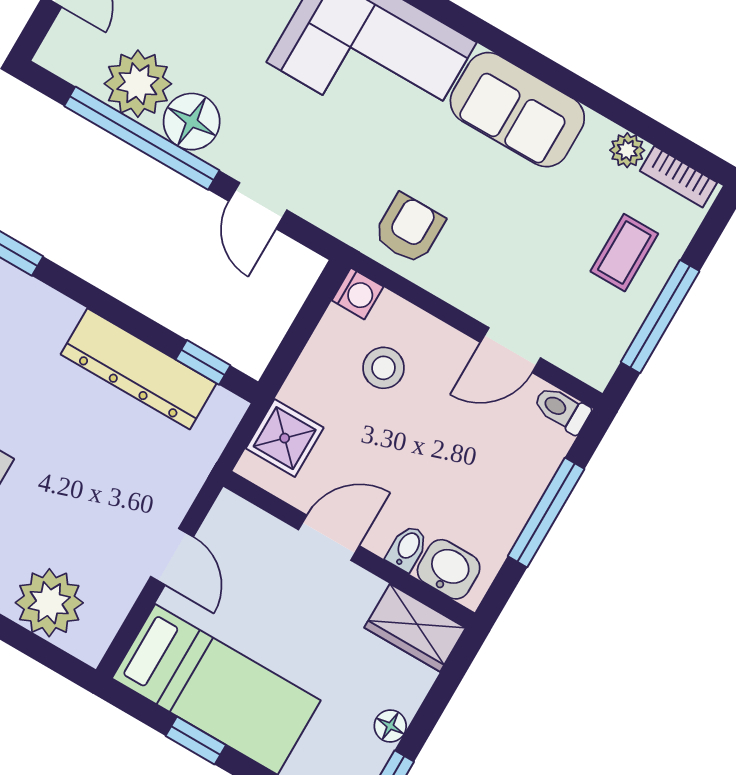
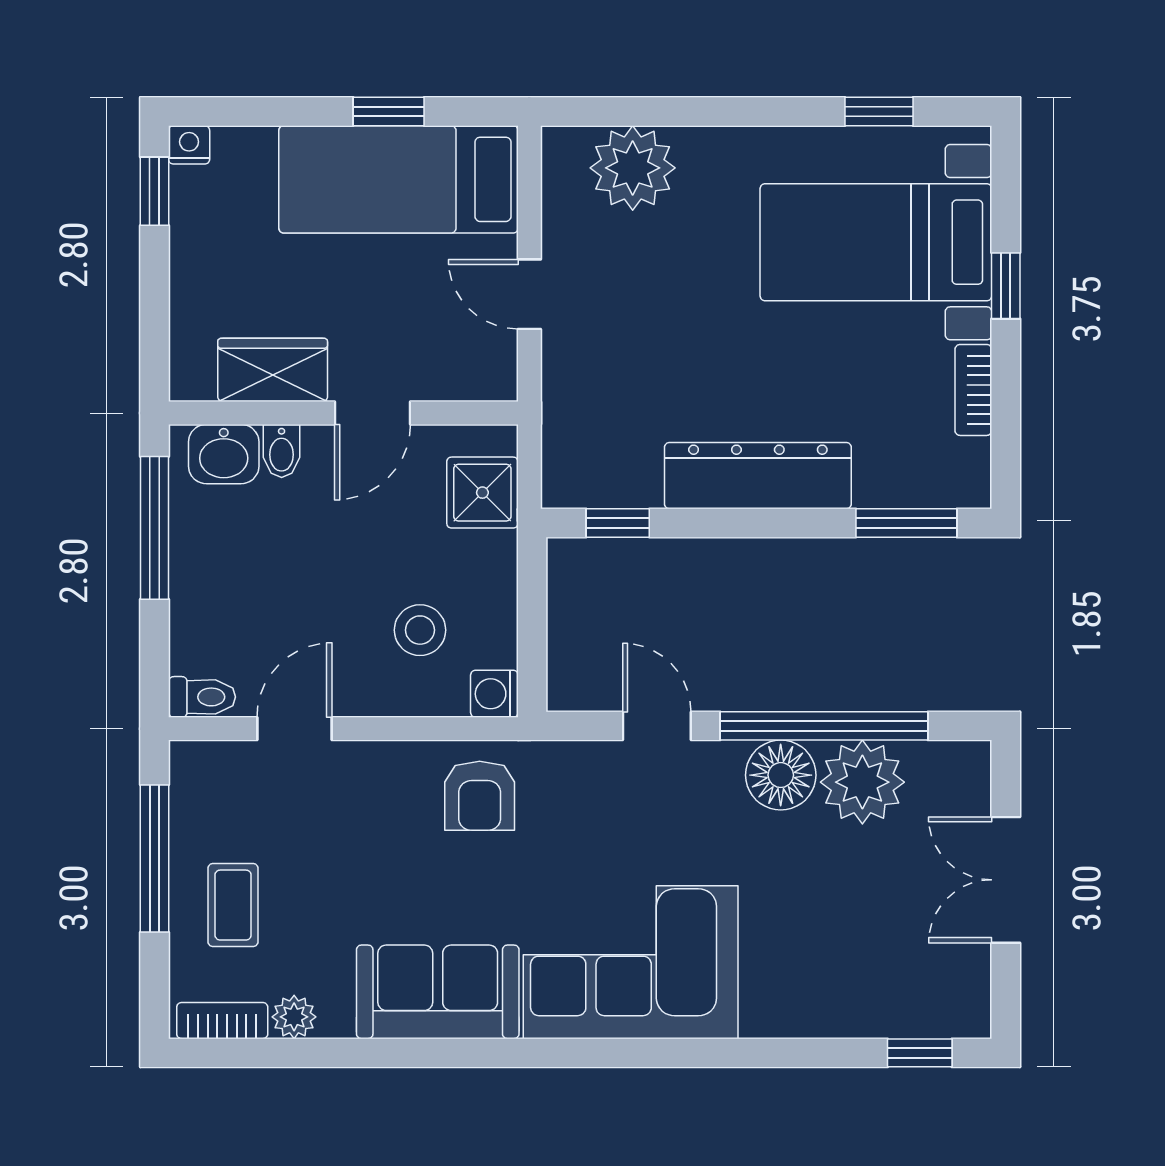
dresser: (139, 369) -> (758, 476), moved
window: (546, 513) -> (154, 528), moved
wardrobe: (415, 628) -> (273, 370), moved
floor lamp: (390, 726) -> (188, 249), removed

